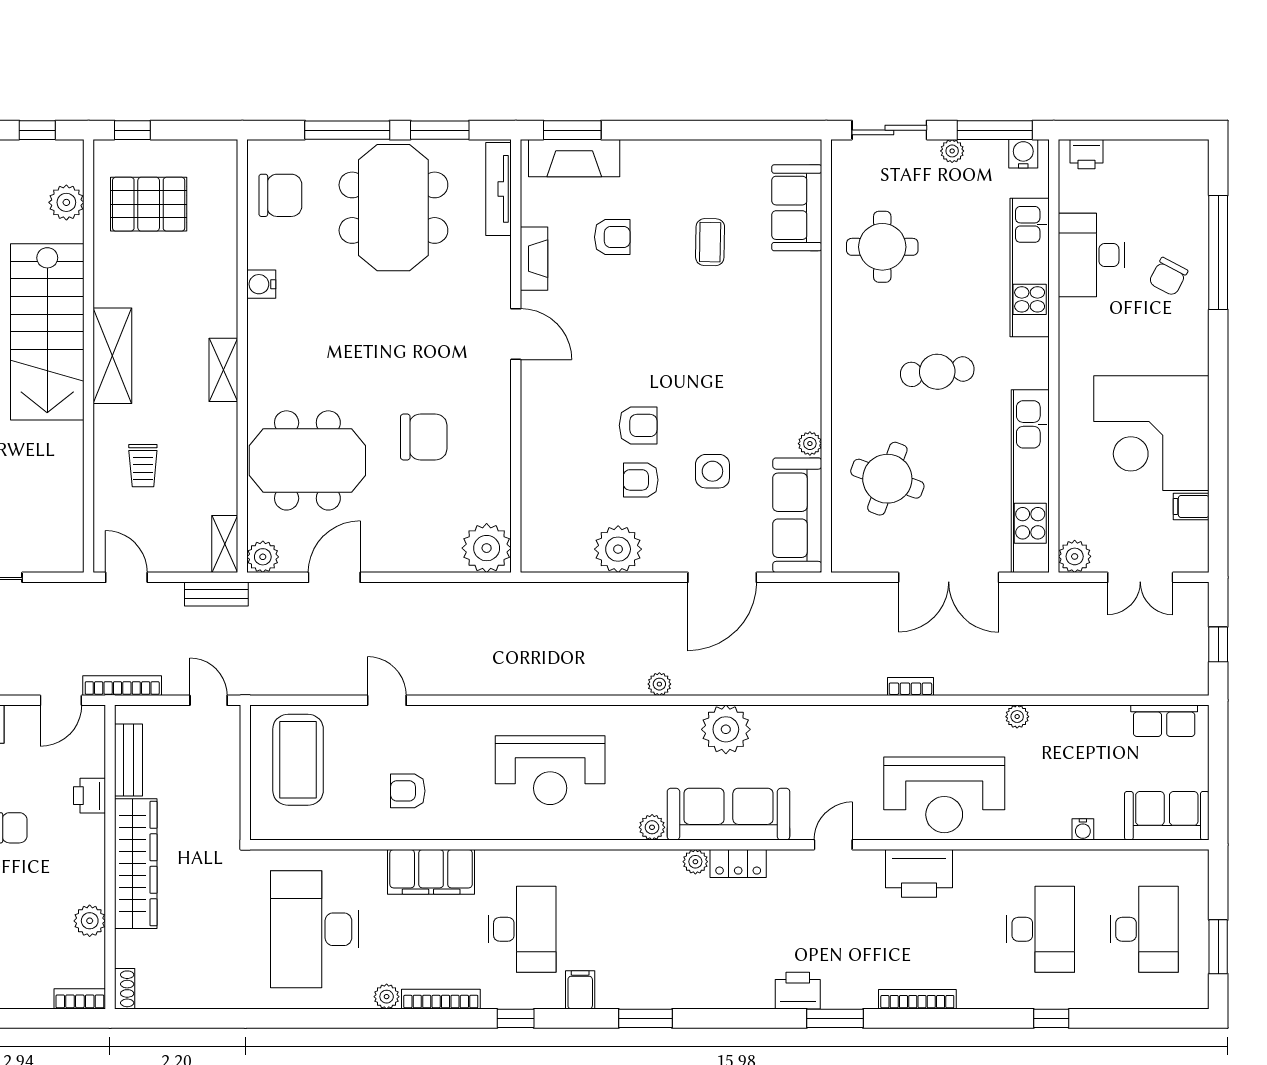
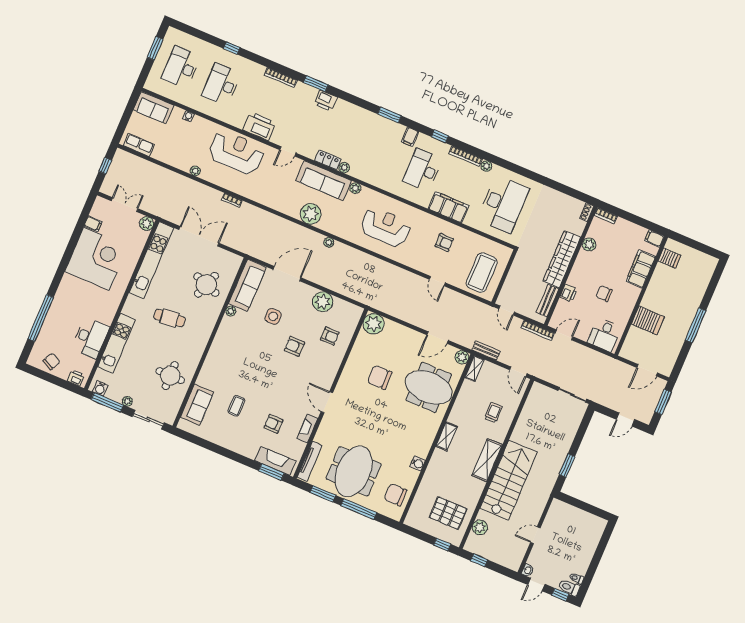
chair: (1168, 277) -> (51, 361), moved
armchair: (641, 480) -> (330, 336), moved

